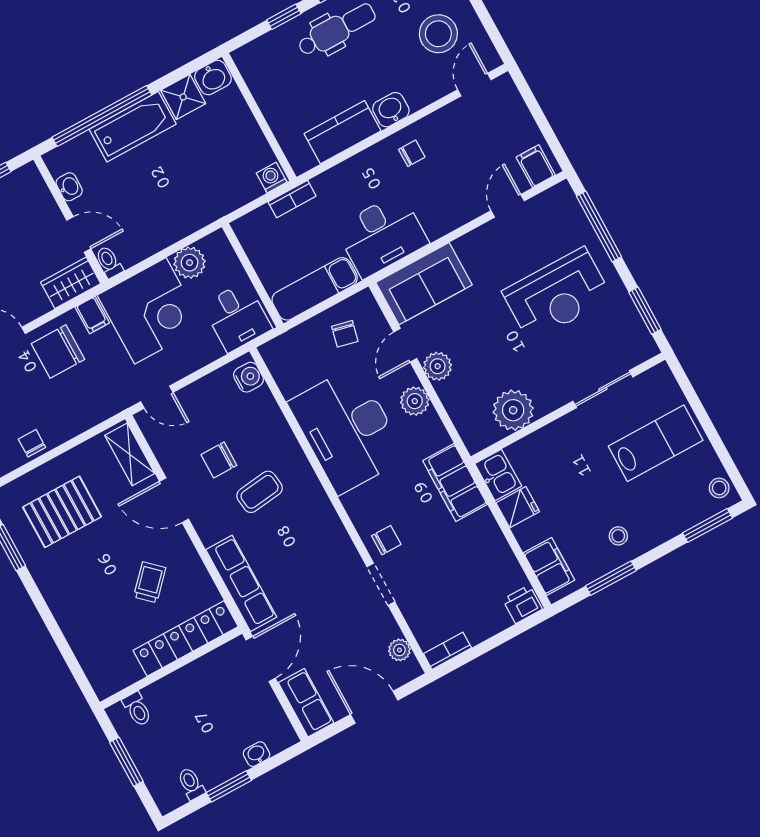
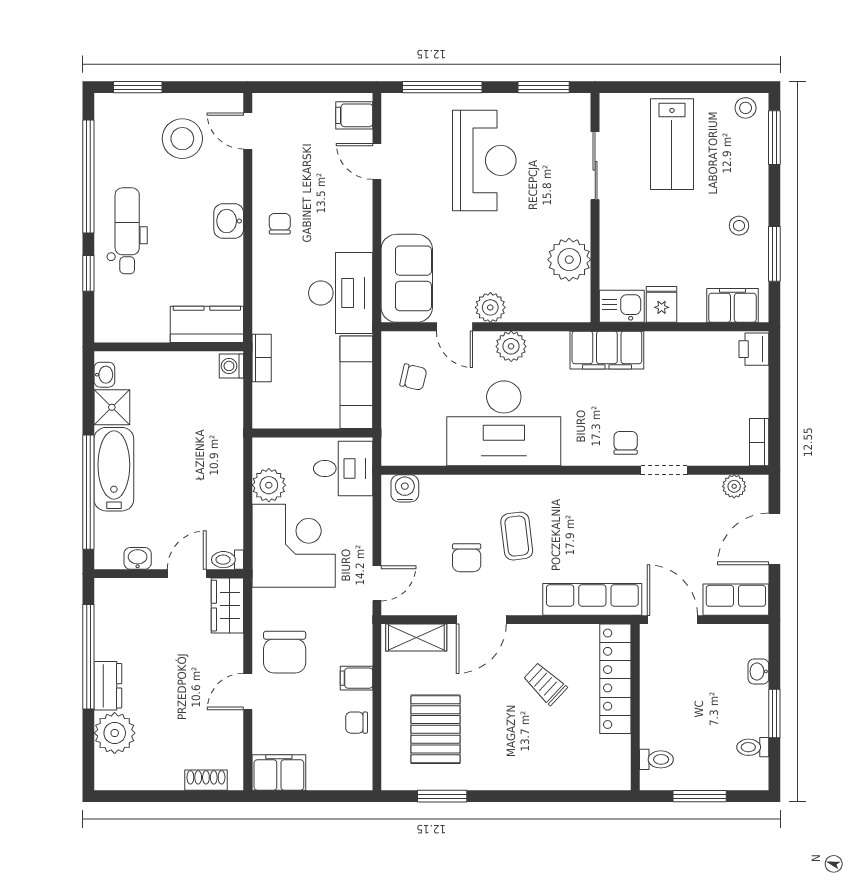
washbasin: (213, 78) -> (104, 375), width x0.72, depth x0.69
kitchen counter: (343, 132) -> (207, 324), moved, turned 90
filing cabinet: (92, 315) -> (356, 678), moved, turned 180
lab bench: (656, 443) -> (672, 144), turned 180

